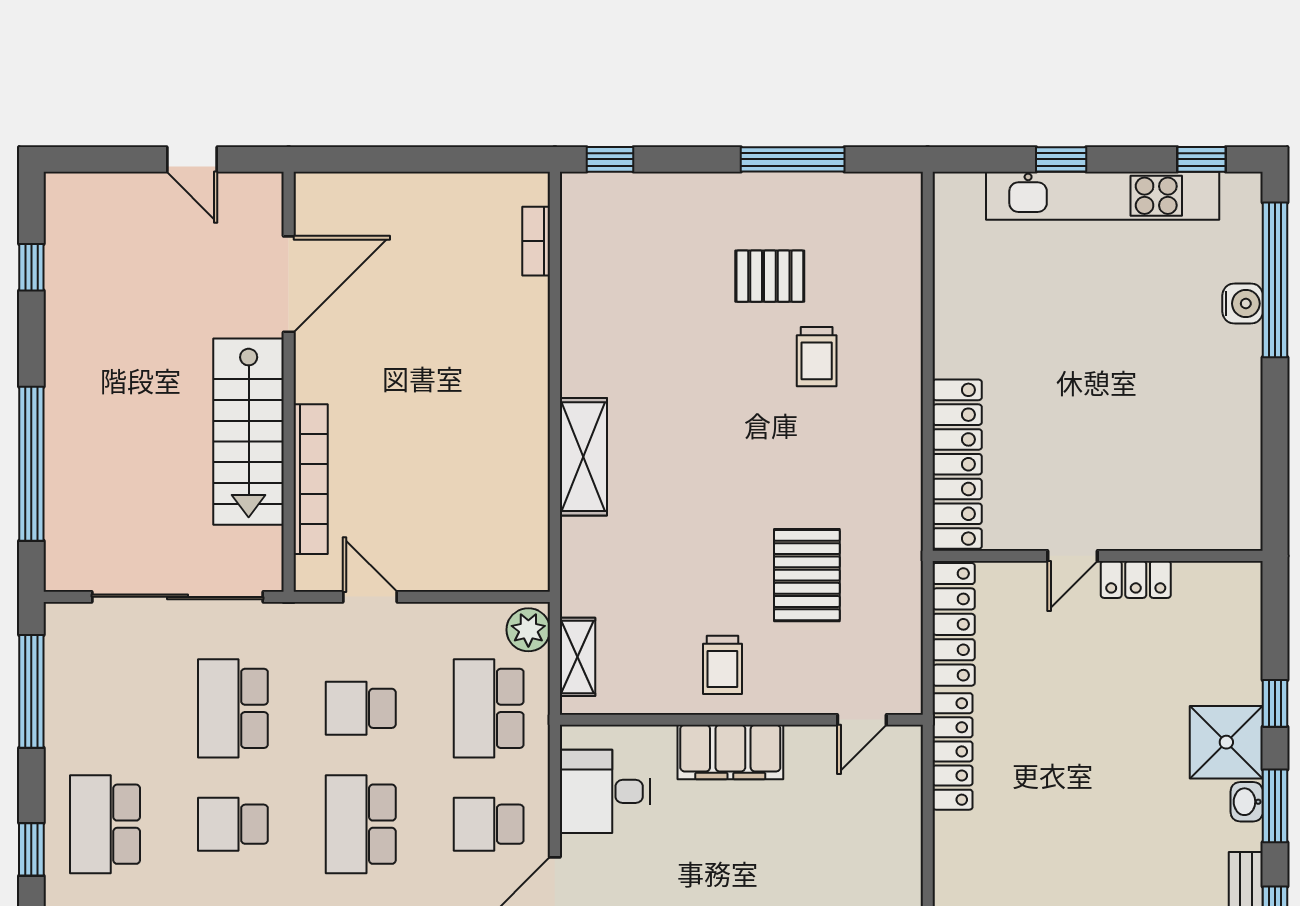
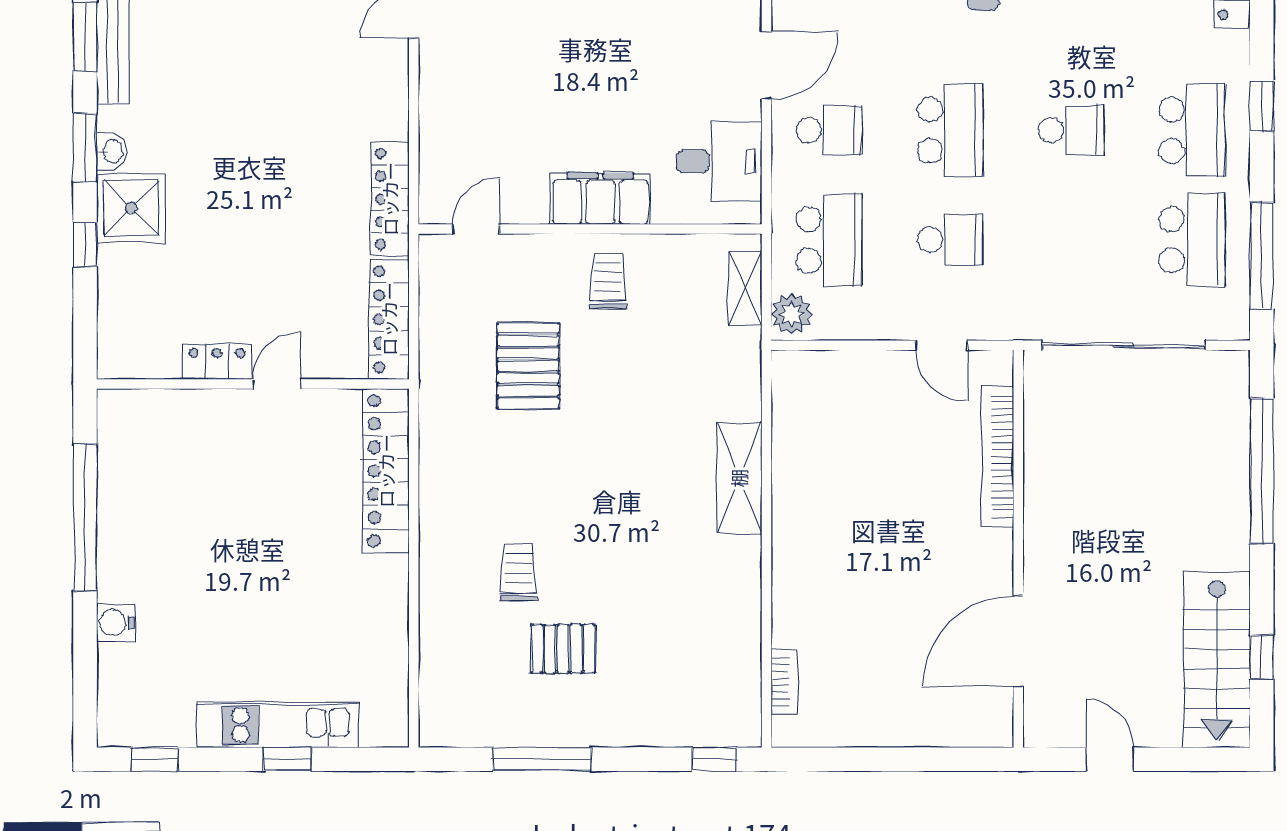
kitchen unit: (1103, 196) -> (278, 725), width x0.73
window: (1275, 280) -> (85, 517), moved
stairs: (249, 432) -> (1217, 659), moved, turned 180
school desk: (233, 708) -> (1192, 240), moved

